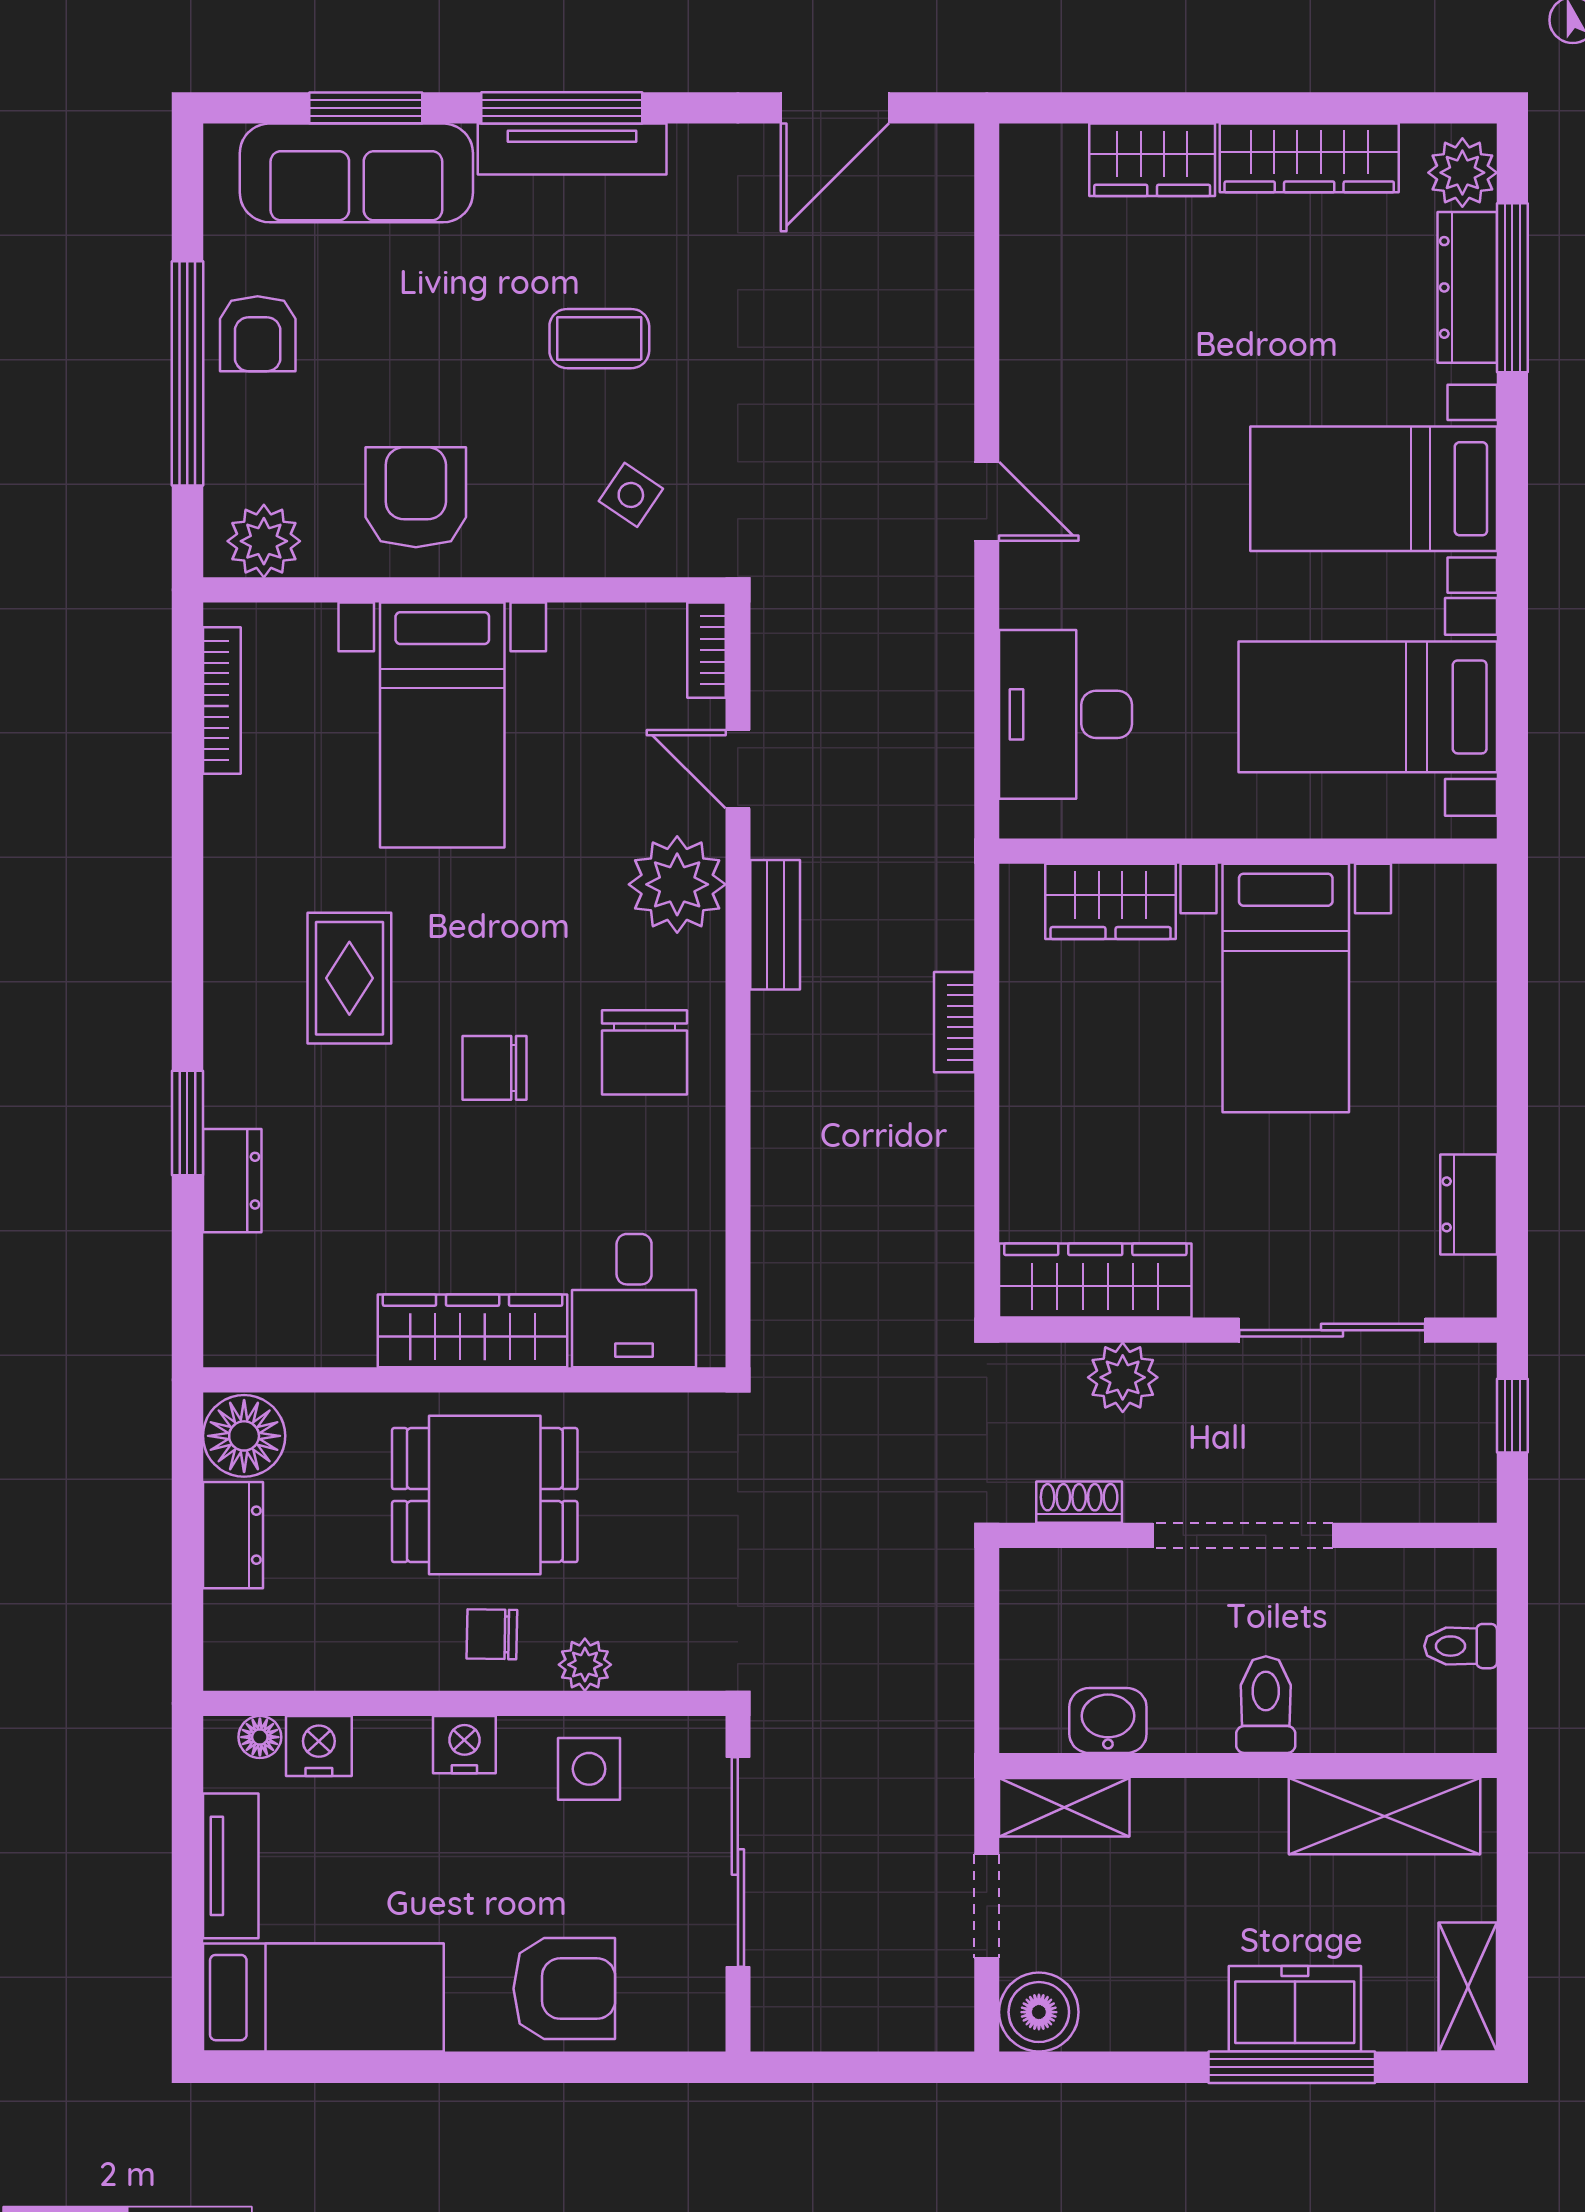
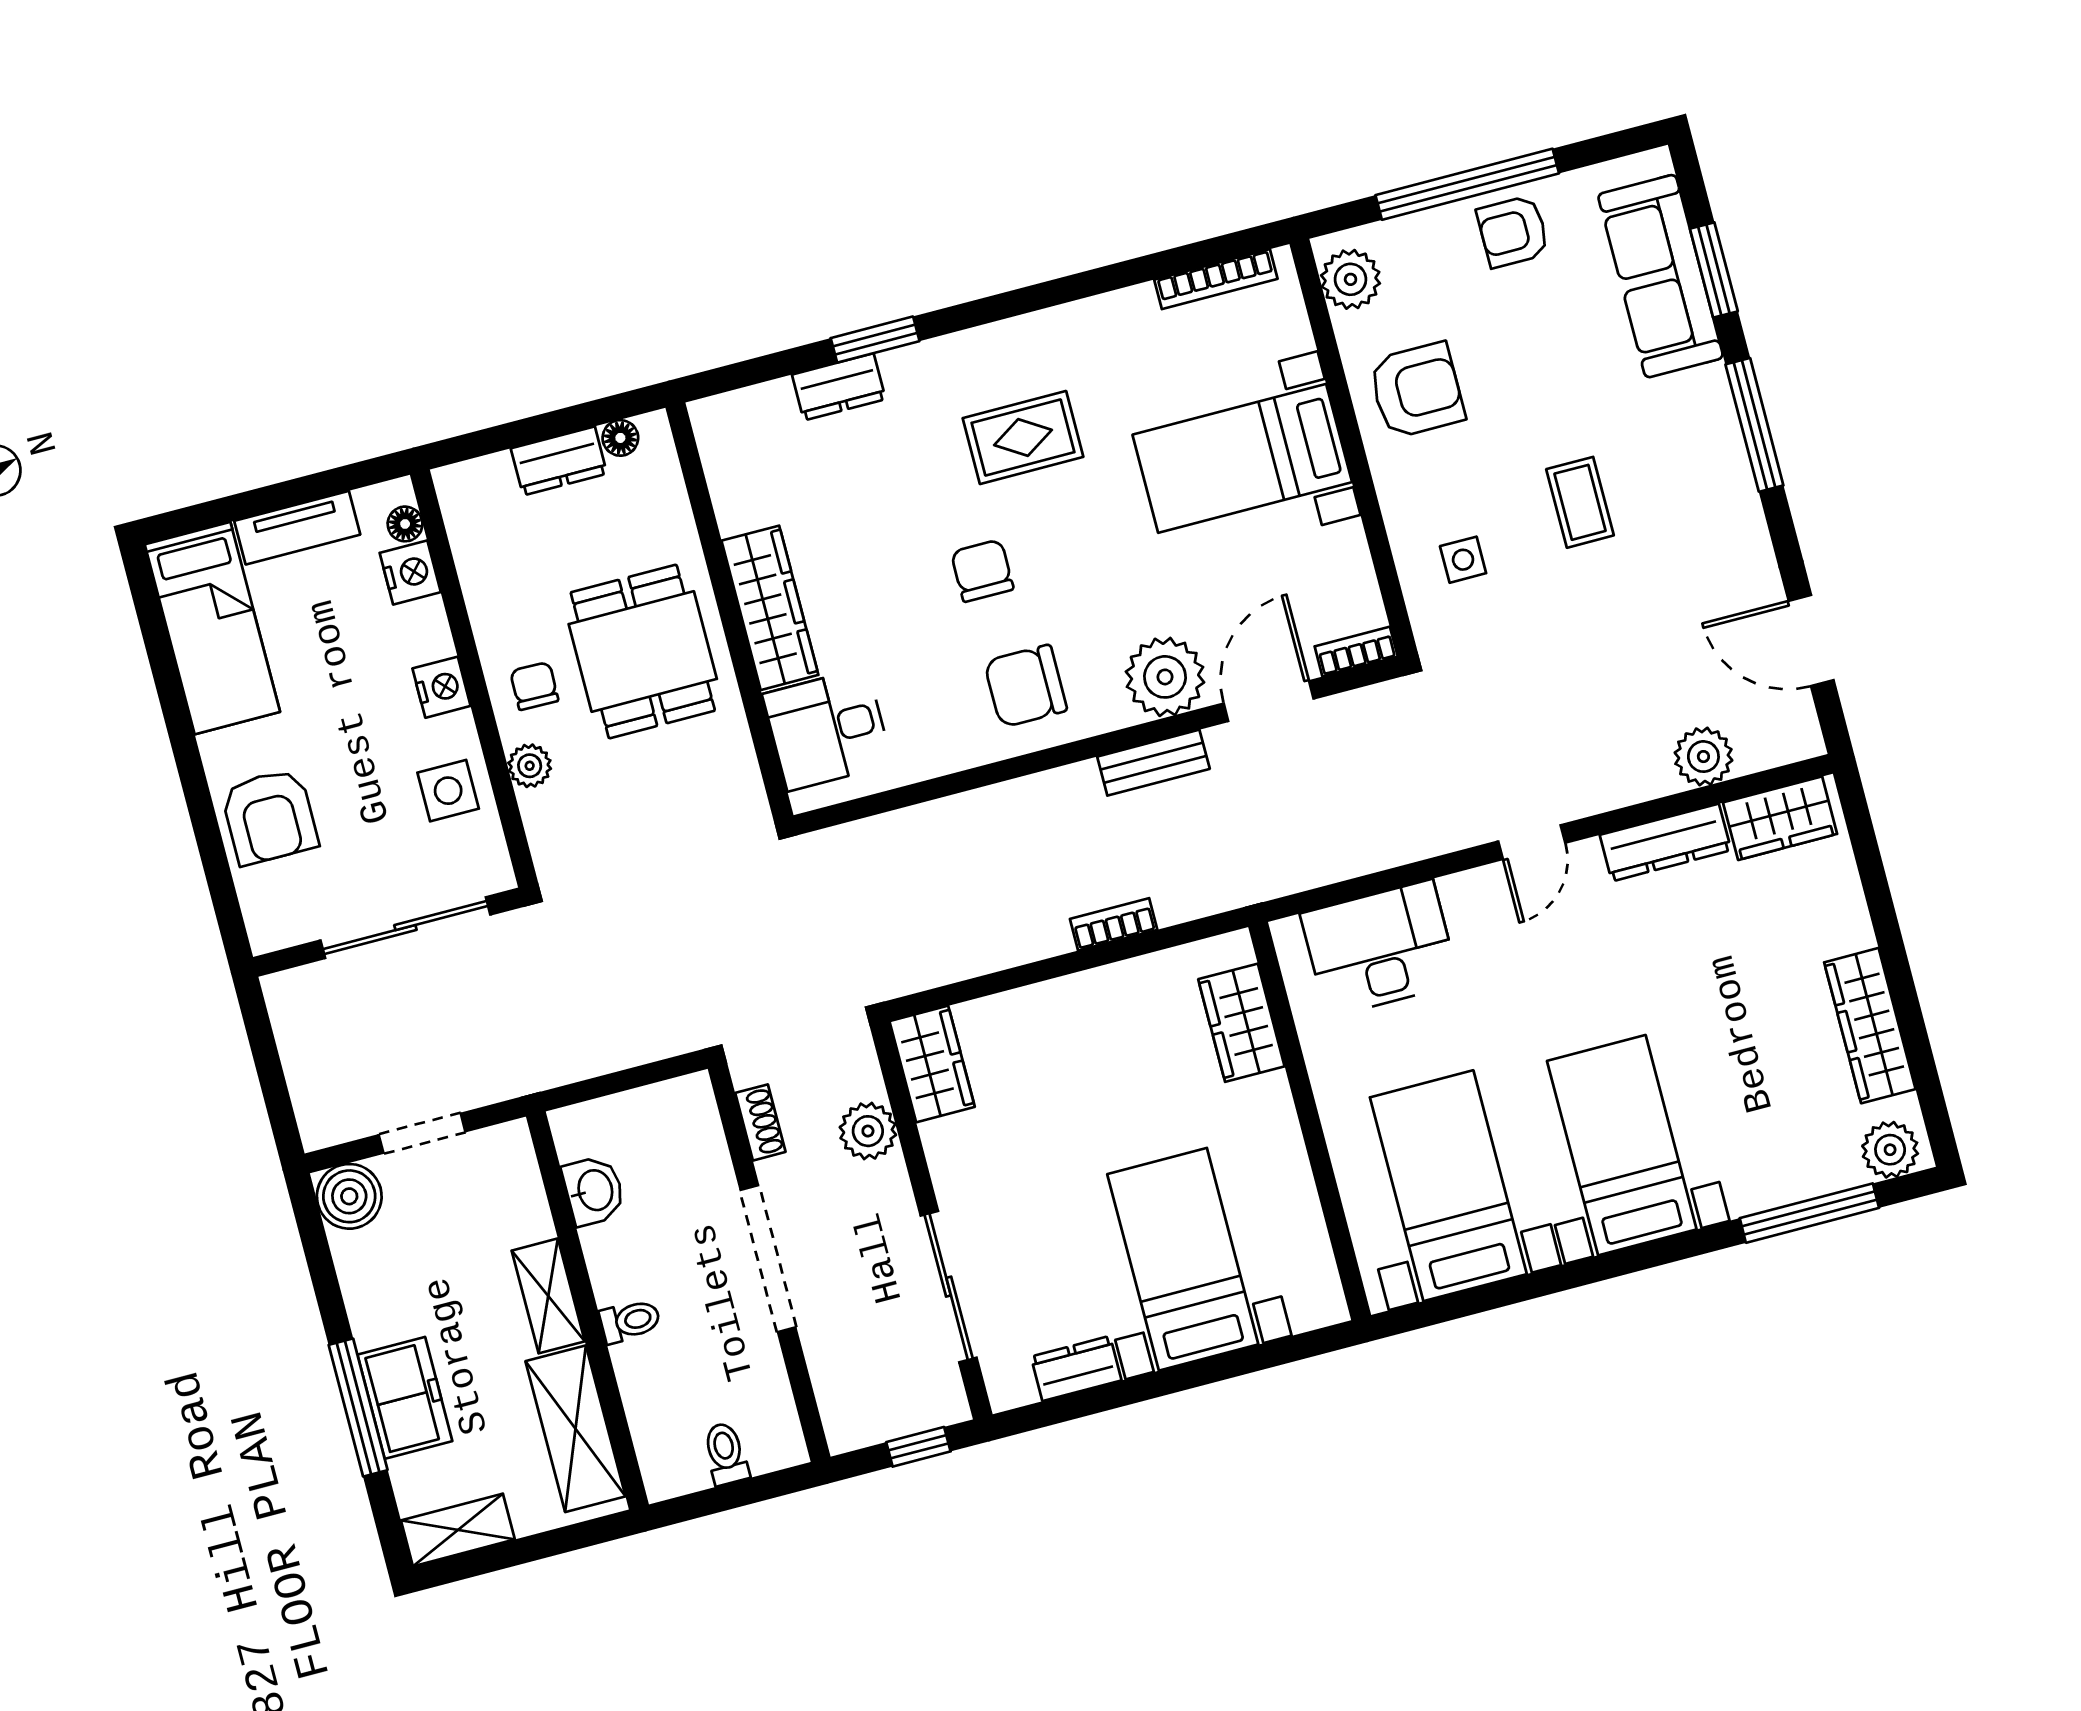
tv unit: (572, 149) -> (1724, 442), removed
wardrobe: (1152, 160) -> (1780, 818), moved, turned -90
plant: (939, 271) -> (1703, 757), added
dresser: (1467, 287) -> (1665, 843), moved, turned 180
side table: (631, 495) -> (1463, 560), turned -34
door: (738, 769) -> (1269, 701), width x1.38
bed with nightstands: (1286, 988) -> (1183, 1259), moved, turned 90
wardrobe: (1095, 1281) -> (932, 1064), width x0.67
floor lamp: (244, 1436) -> (620, 438), width x0.53, depth x0.53
toilet: (1266, 1705) -> (630, 1321), width x0.73, depth x0.72
shelving: (1064, 1807) -> (548, 1296), moved

